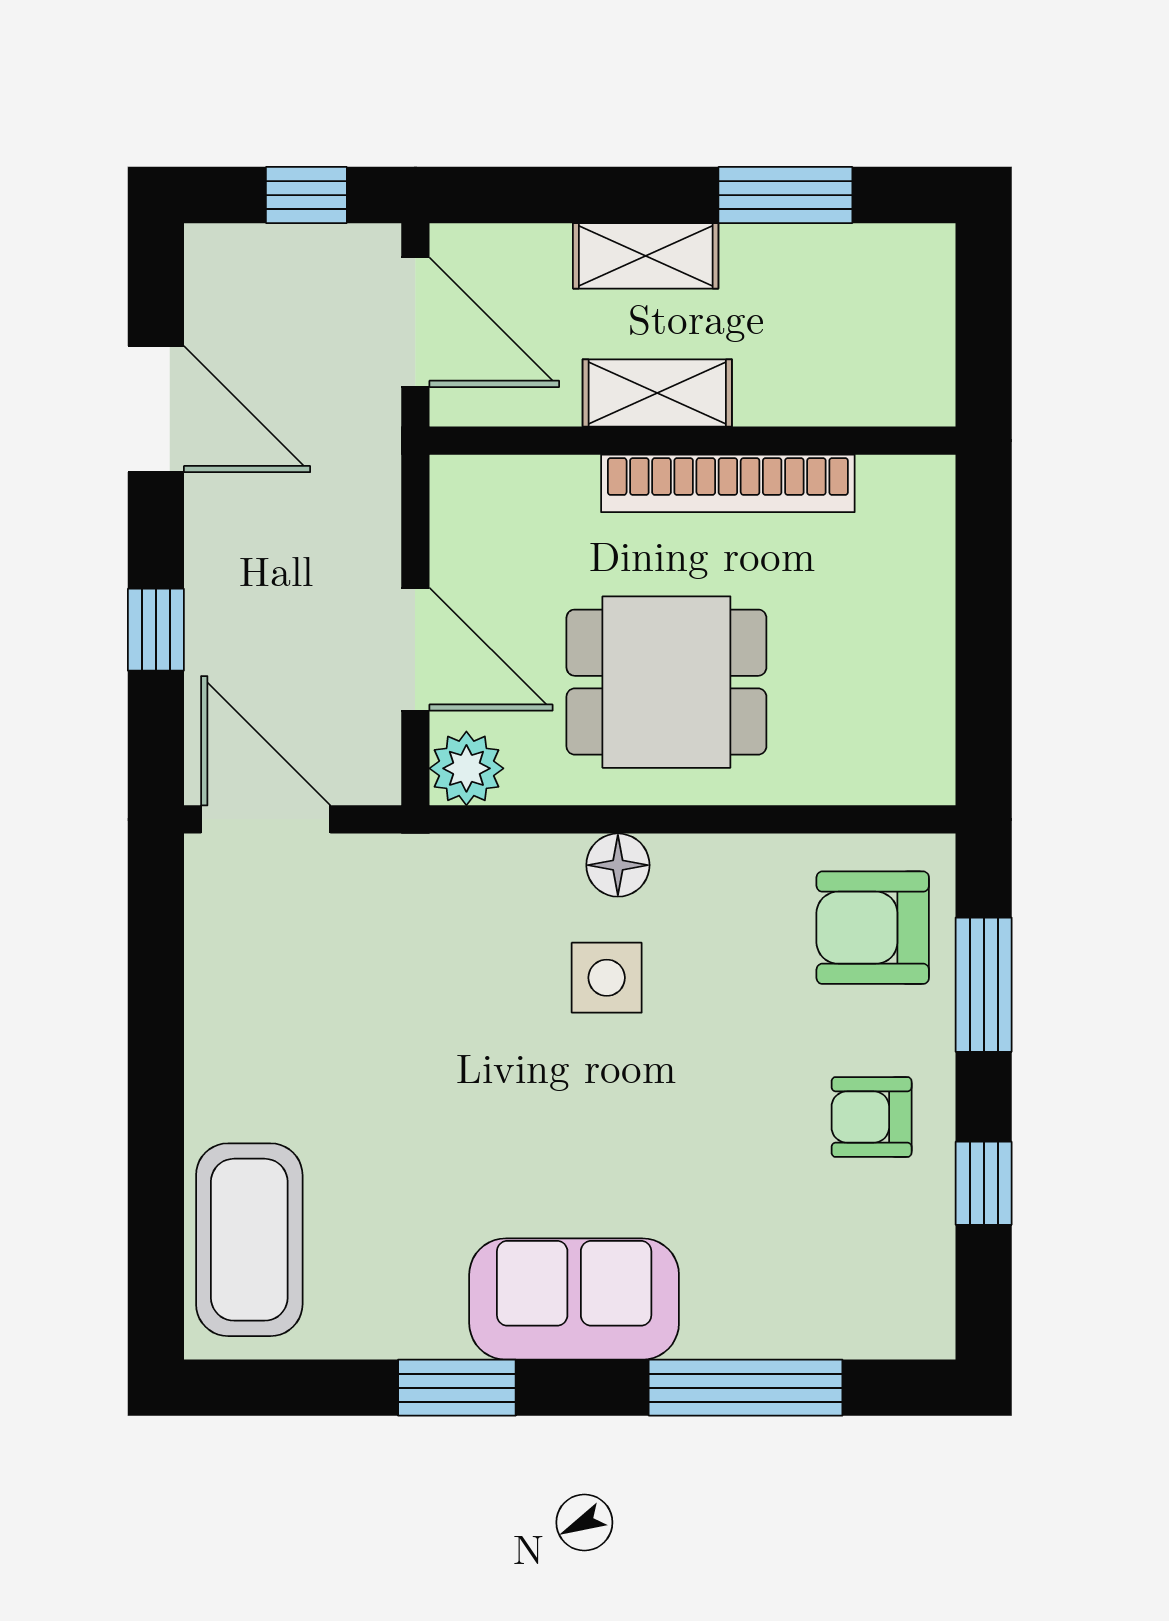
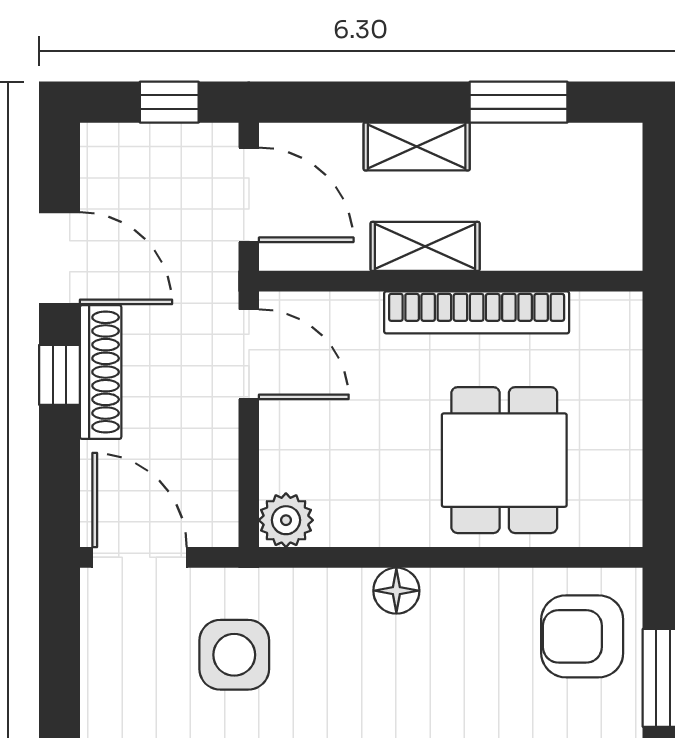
shoe rack: (212, 565) -> (101, 372), added
window: (156, 630) -> (59, 375), moved
door: (415, 649) -> (249, 354), moved
dining table: (666, 682) -> (504, 460), moved, turned 90
side table: (607, 978) -> (234, 655), moved, width x1.37, depth x1.37

